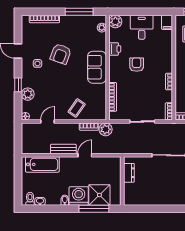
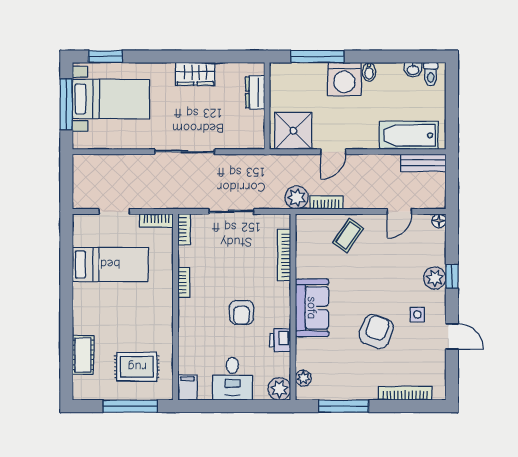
plant: (28, 94) -> (435, 278), moved
bench: (63, 149) -> (423, 163), moved
dresser: (129, 173) -> (255, 92), moved
shower: (99, 195) -> (293, 131), moved
wardrobe: (163, 199) -> (195, 74), added

